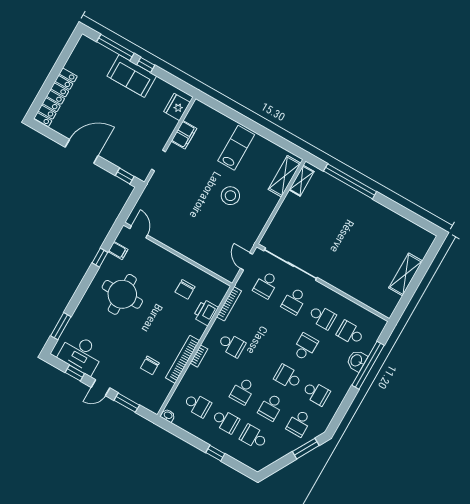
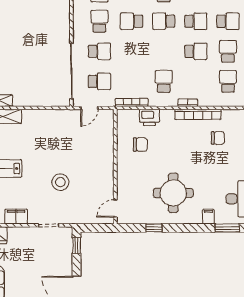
stool: (230, 196) -> (60, 182), moved
filing cabinet: (118, 251) -> (208, 217), moved
school desk: (288, 377) -> (164, 21), turned 90
school desk: (254, 437) -> (228, 21), turned -90

